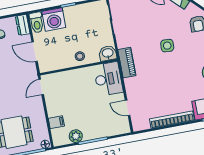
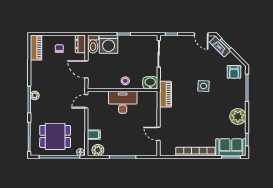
desk: (108, 79) -> (123, 102), moved, turned -90
plant: (76, 136) -> (98, 150), moved

